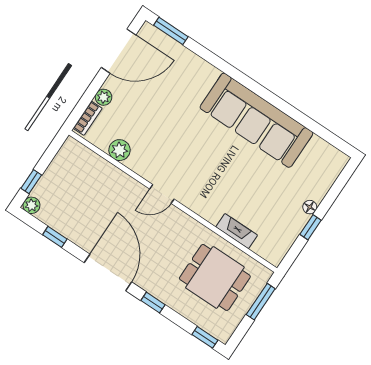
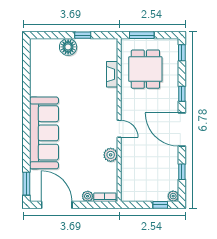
sofa: (256, 120) -> (44, 133), moved
plant: (119, 150) -> (111, 155), moved
floor lamp: (310, 207) -> (68, 47), width x1.89, depth x1.89
door: (108, 272) -> (182, 130), hinge flipped

